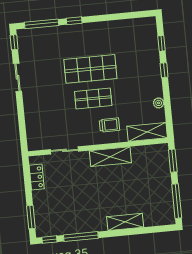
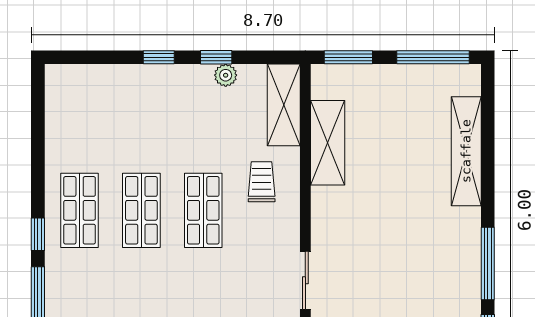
shop shelf: (87, 39) -> (80, 210), added
window: (162, 43) -> (216, 57), moved
shop shelf: (90, 69) -> (141, 210), width x0.70, depth x0.74
shelving: (110, 157) -> (328, 143), moved
shelving: (125, 222) -> (466, 151), width x1.47

